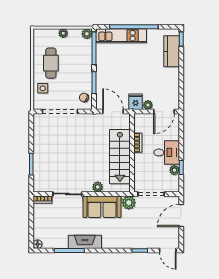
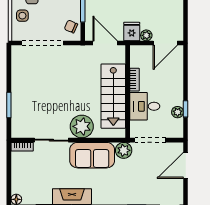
desk: (167, 152) -> (145, 106), moved, turned 180
plant: (98, 187) -> (82, 126), width x1.87, depth x1.87

